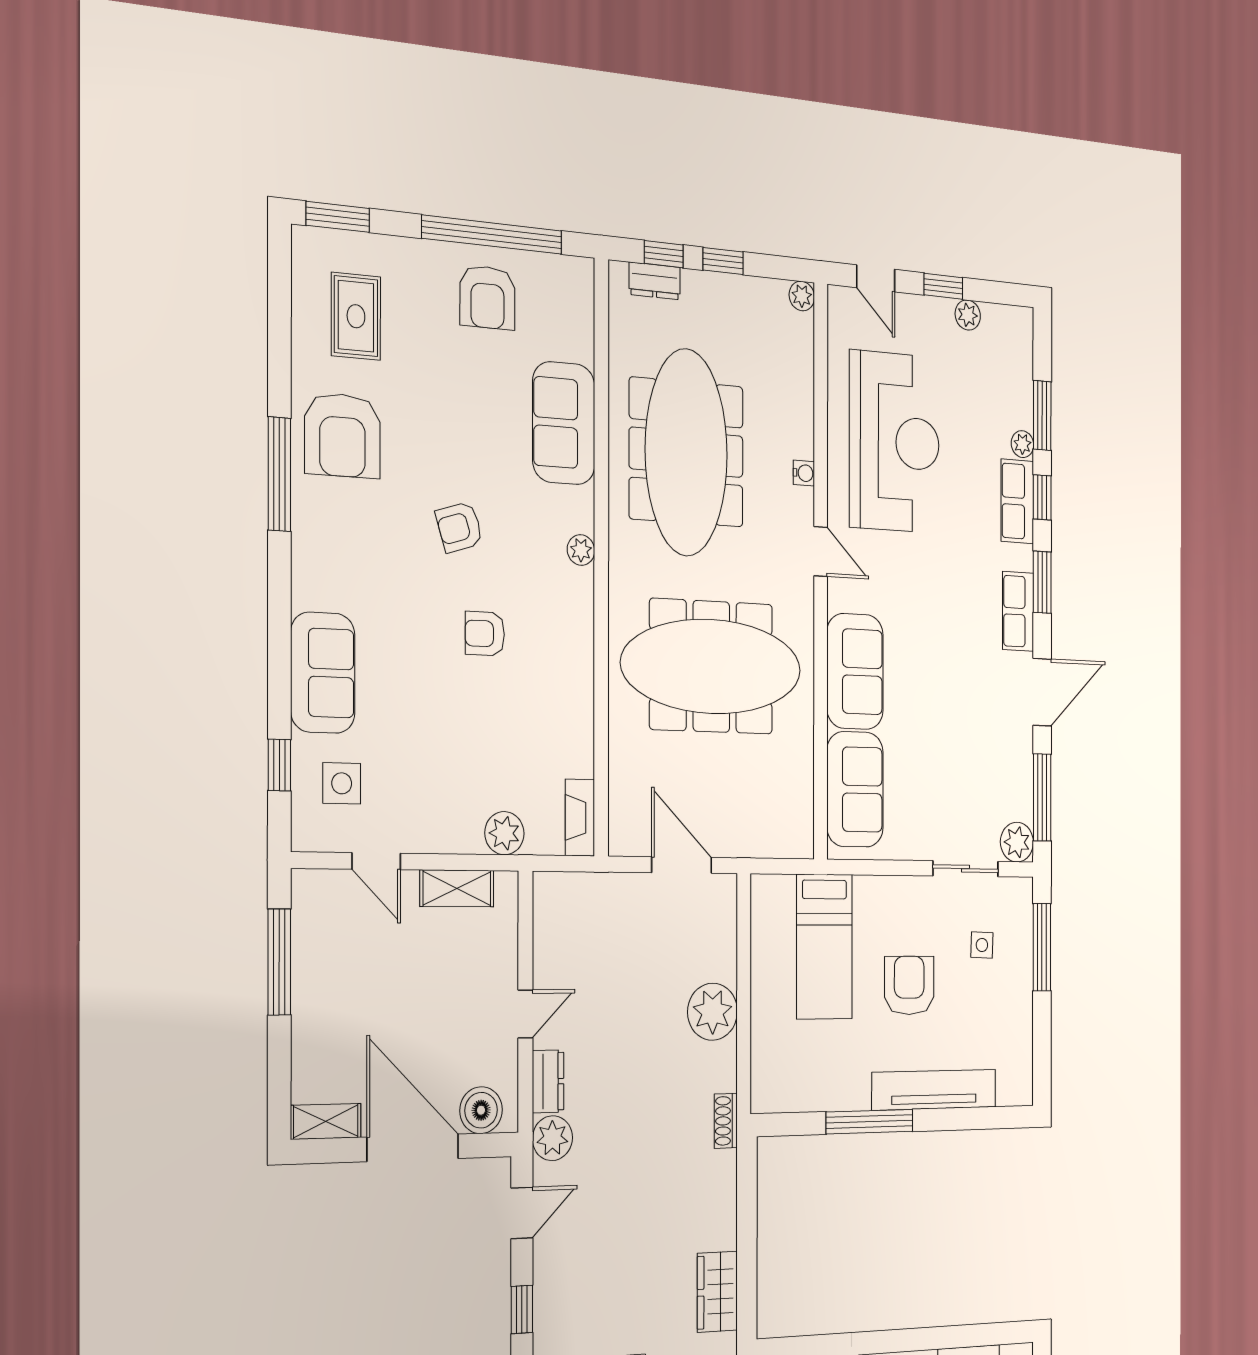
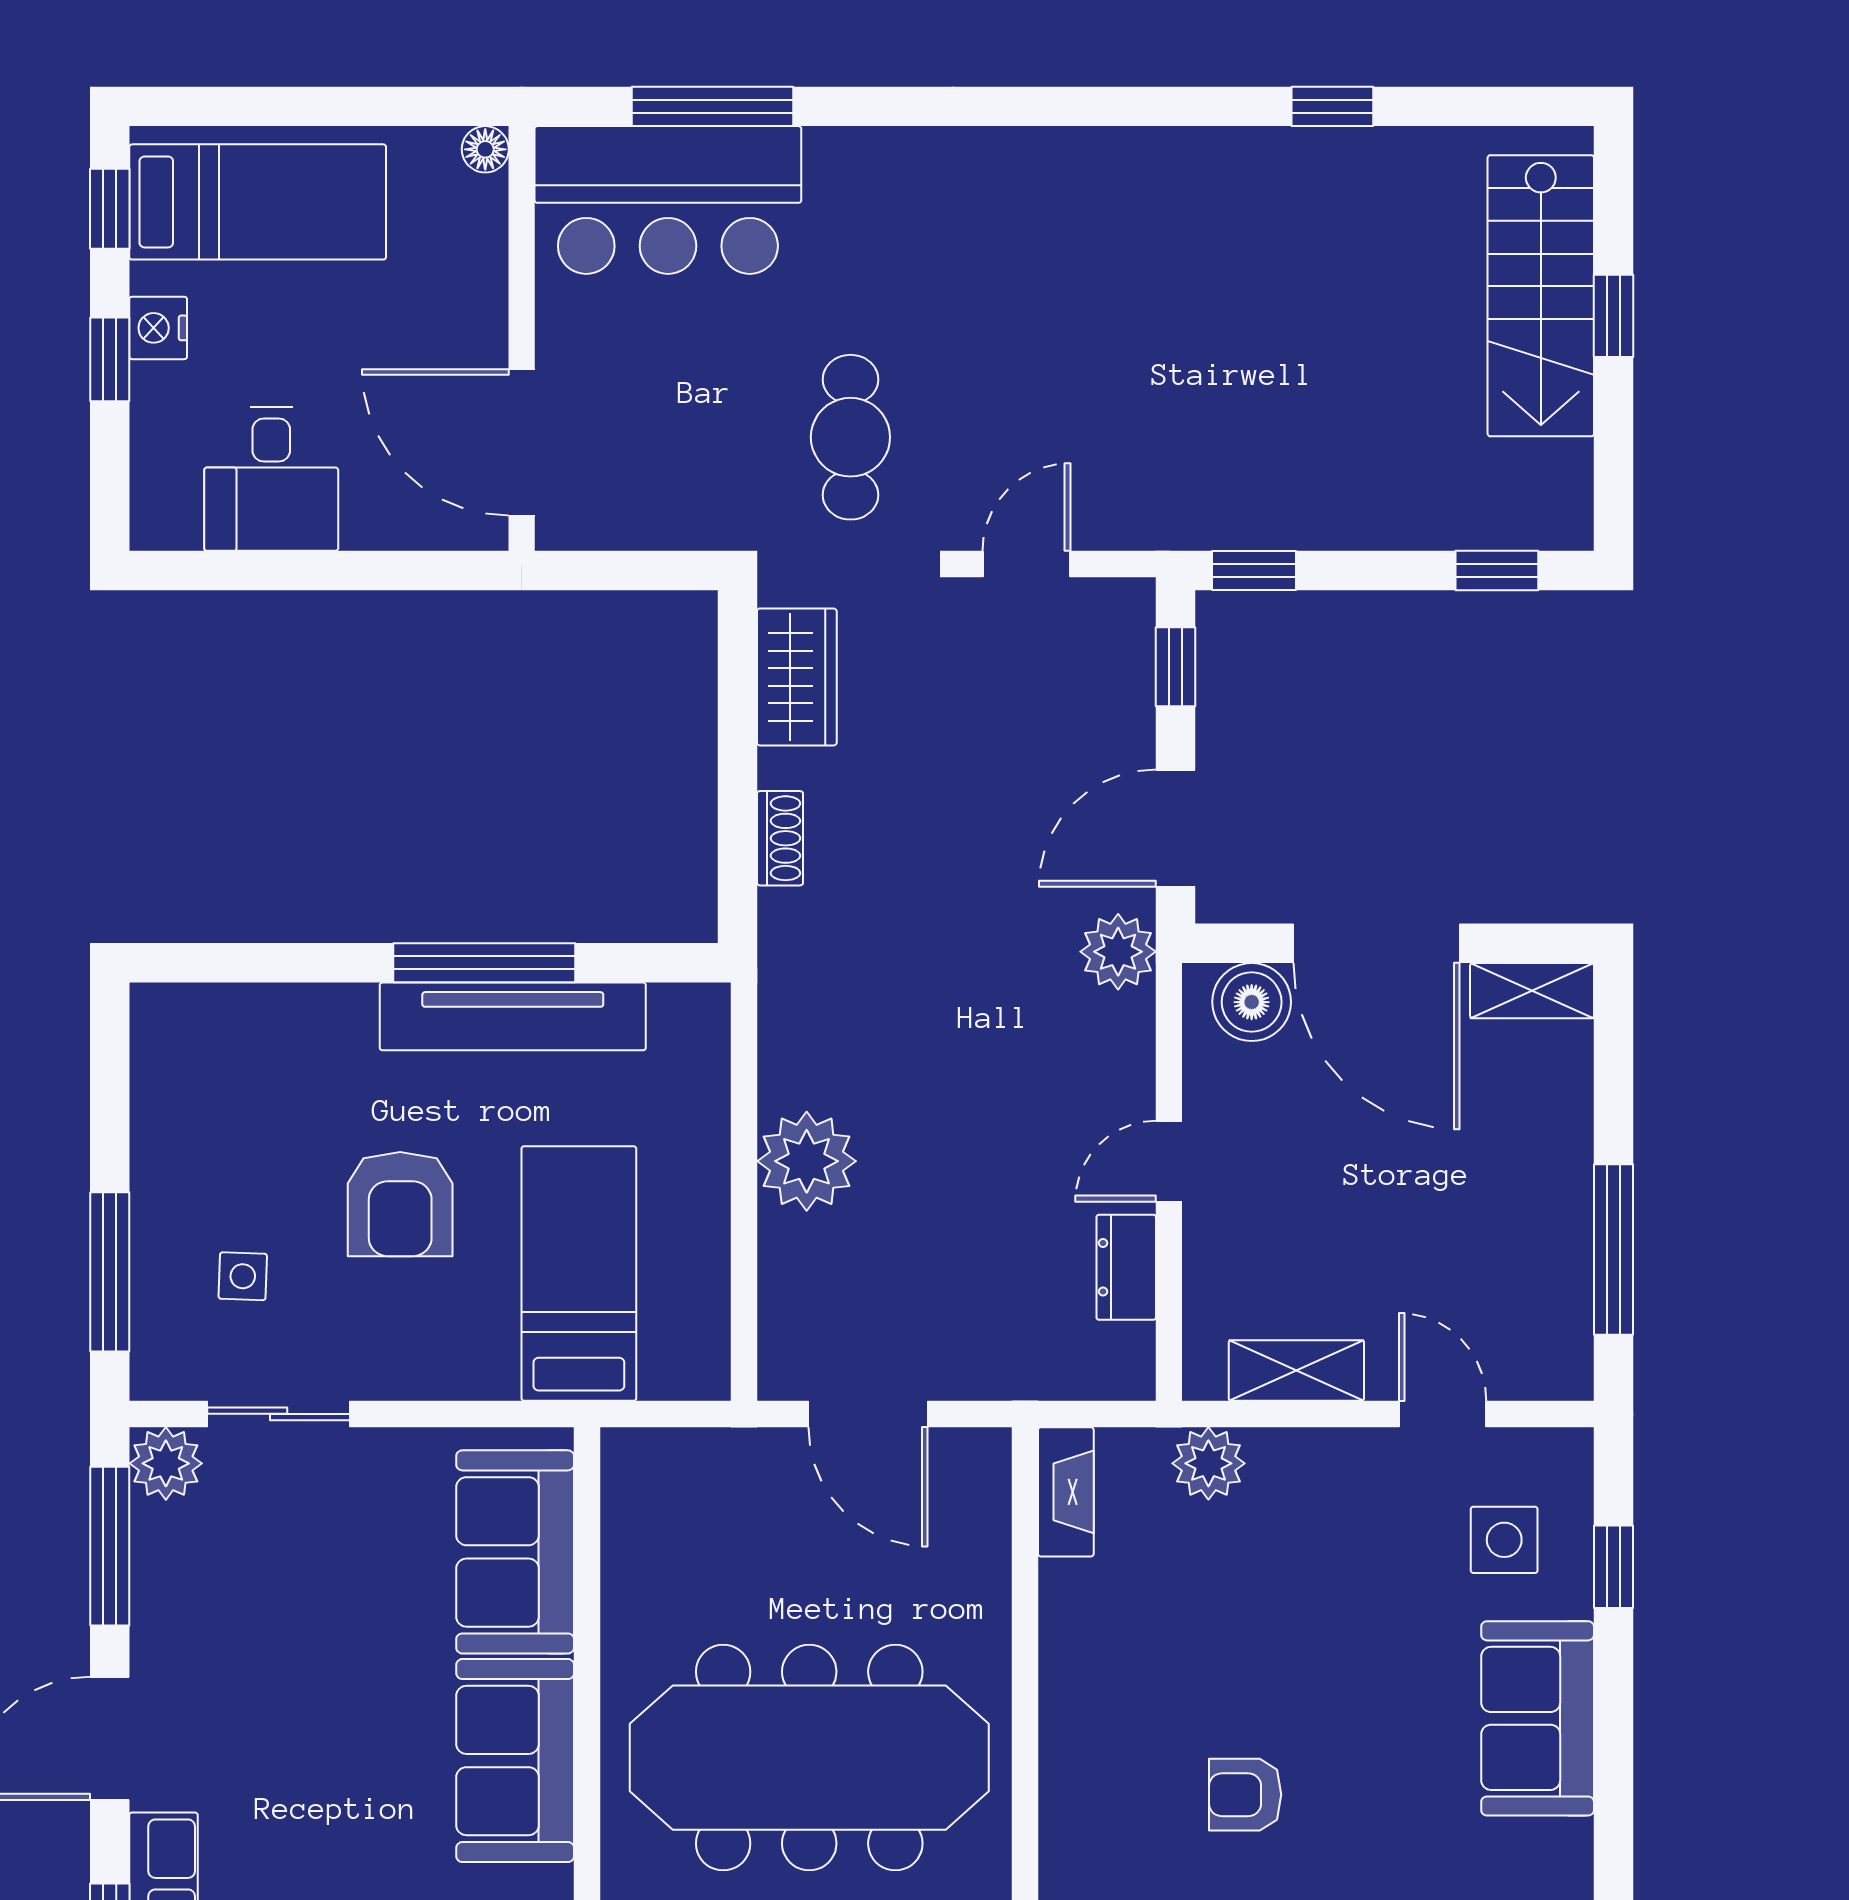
armchair: (485, 634) -> (1245, 1795), turned 180
dresser: (548, 1081) -> (1126, 1267), moved
tv unit: (934, 1090) -> (513, 1016), moved
shoe rack: (726, 1121) -> (780, 838), moved
door: (522, 1213) -> (1175, 828), width x1.38

